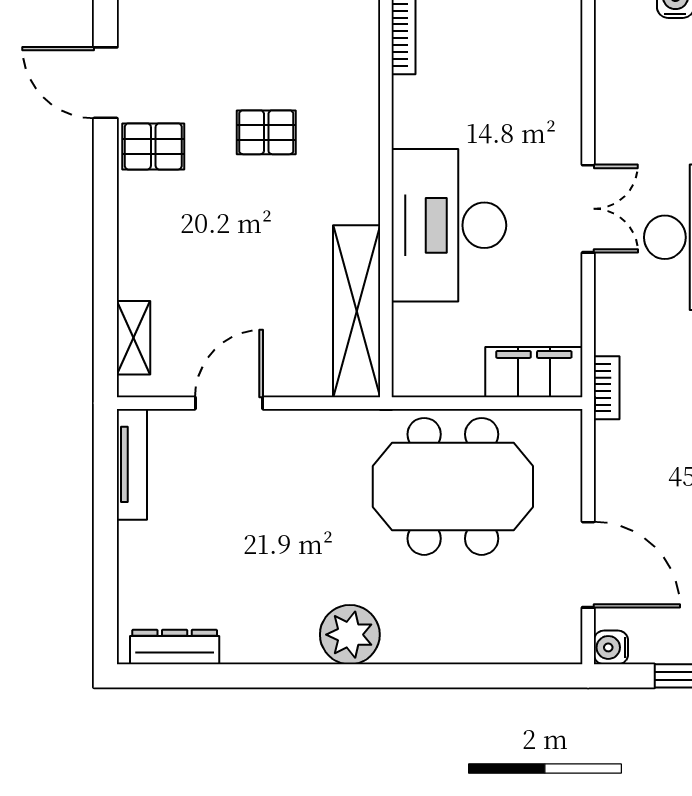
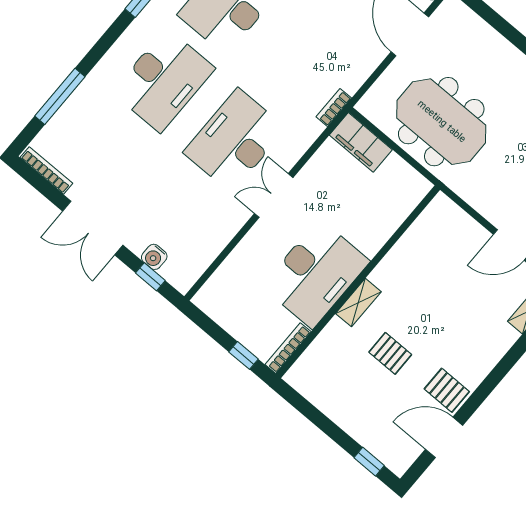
door: (105, 83) -> (444, 437), swing flipped
desk: (449, 225) -> (316, 274), moved
shelving: (357, 311) -> (358, 303), moved, width x0.45, depth x0.75

